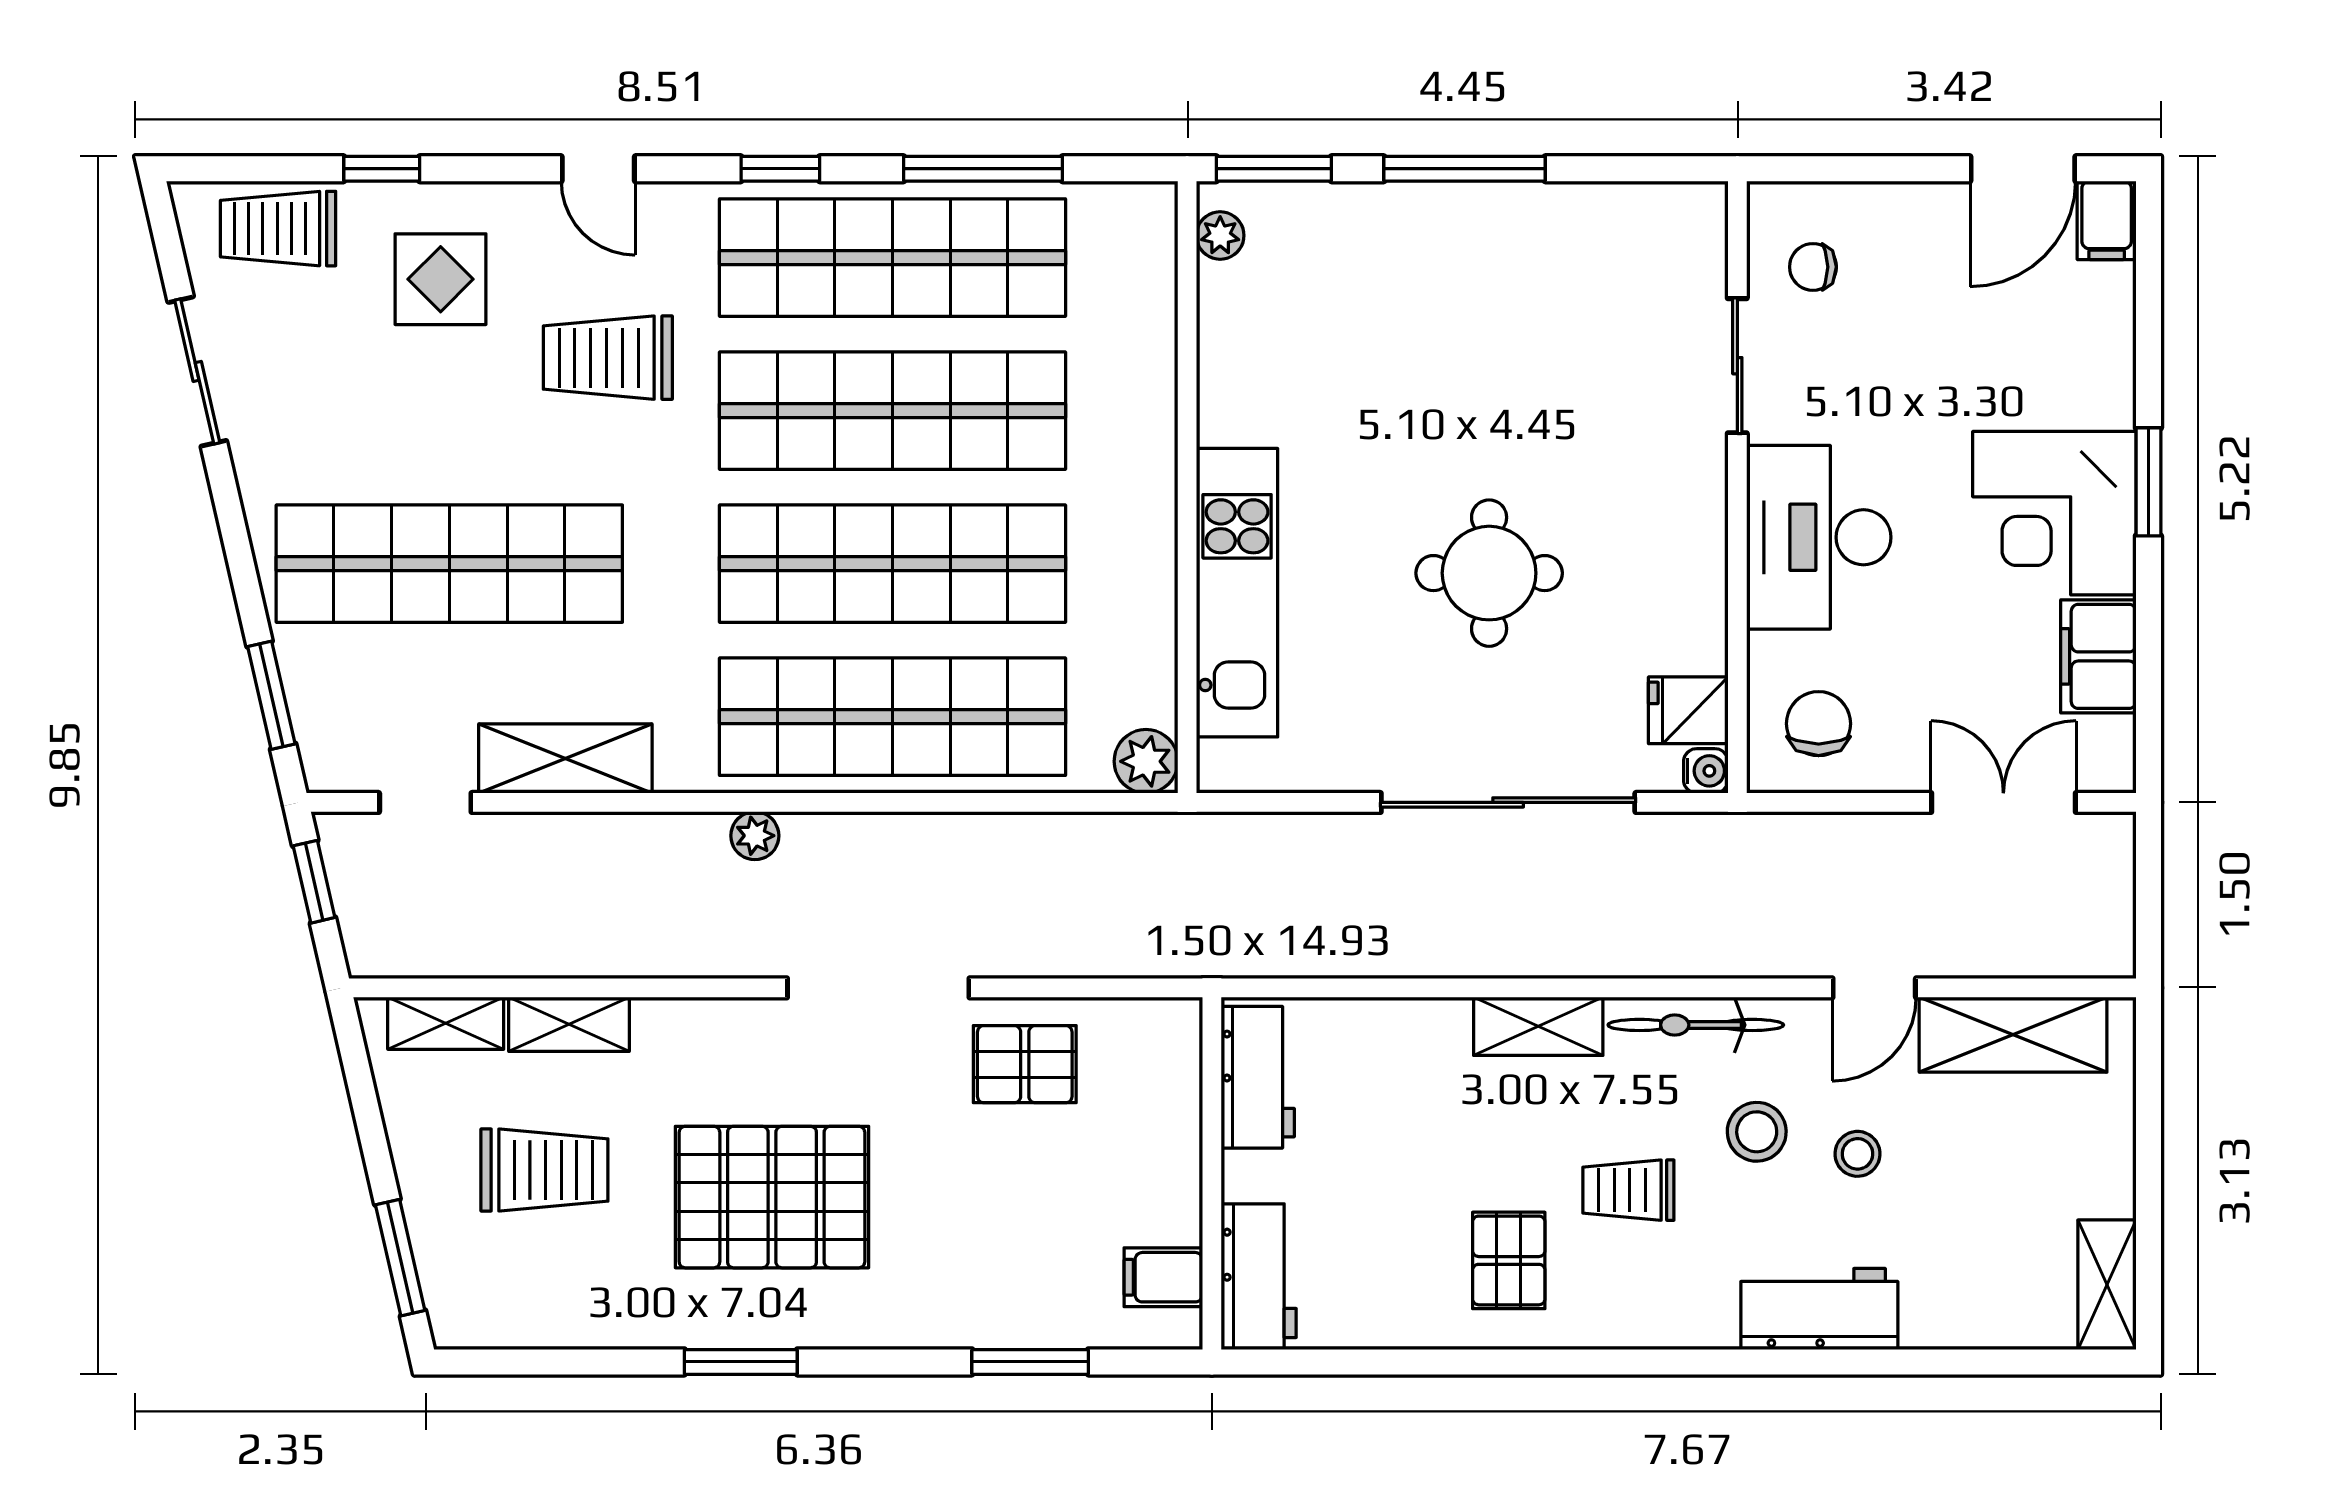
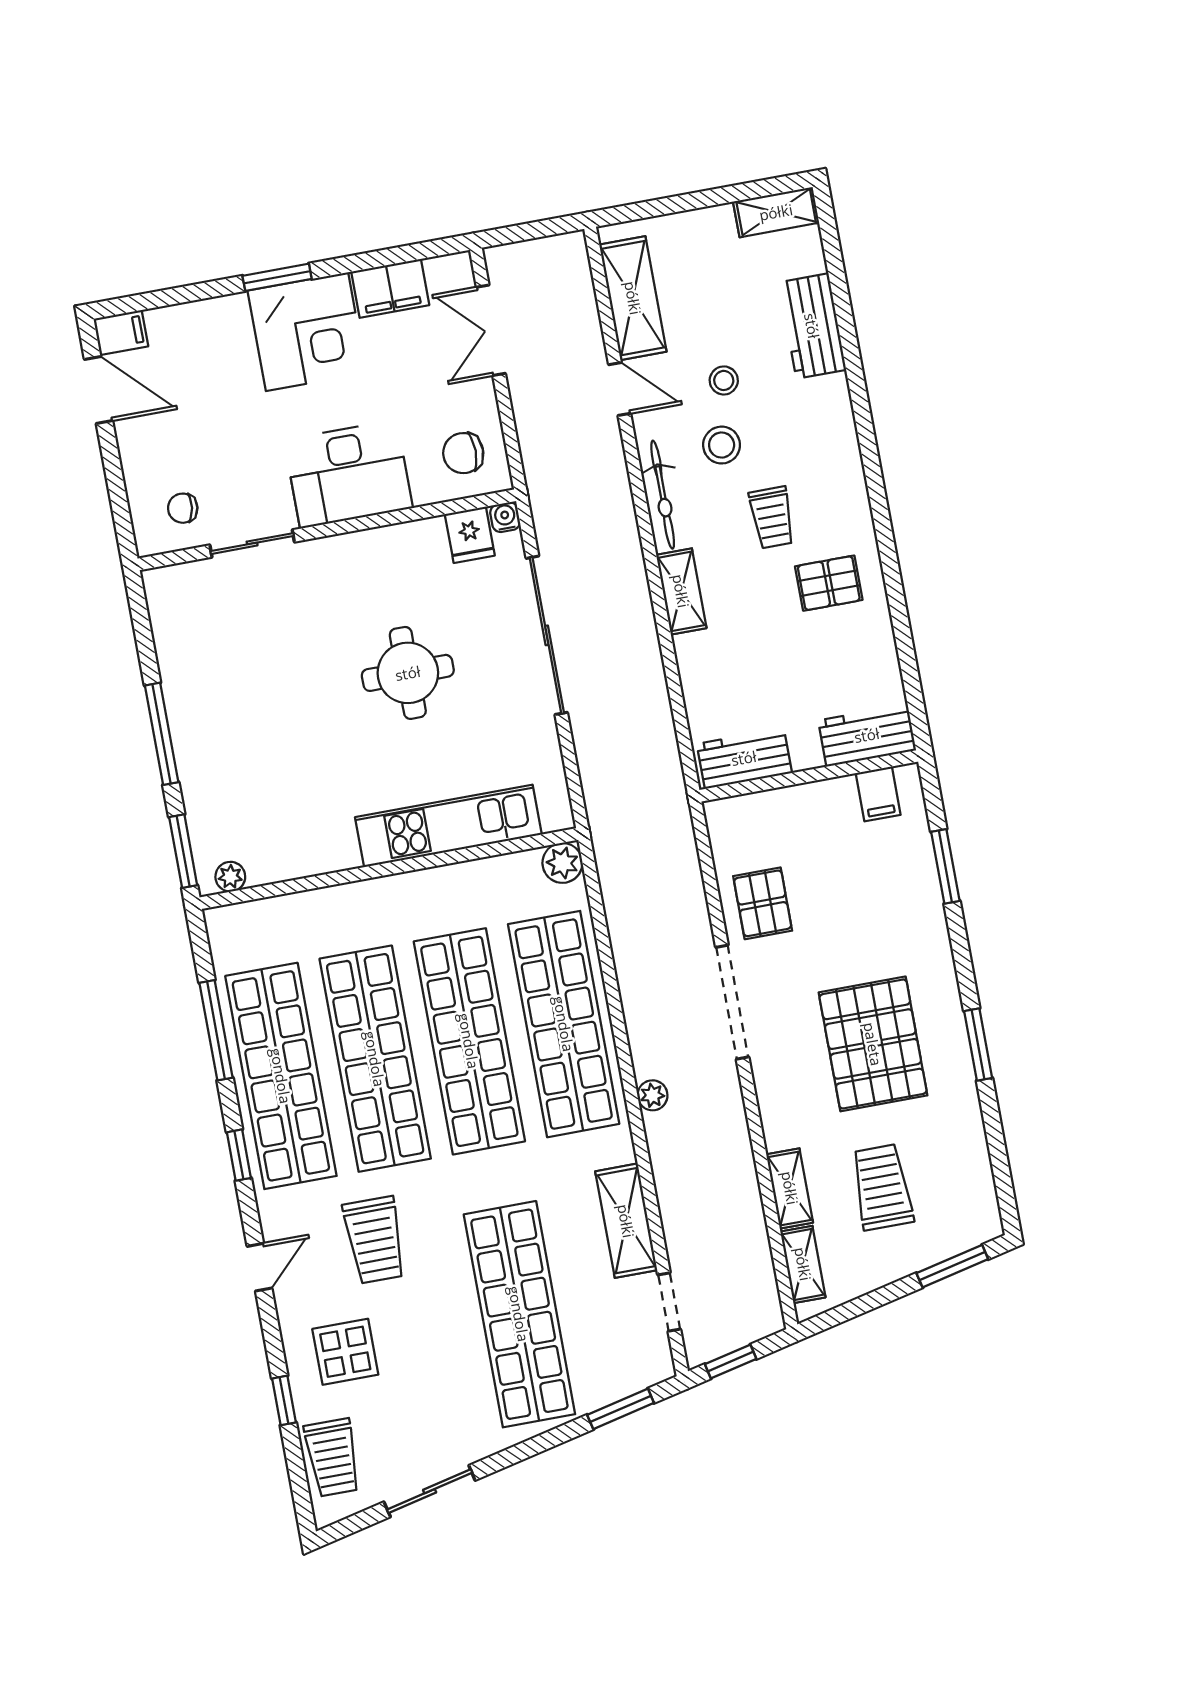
chair: (1813, 267) -> (183, 508), turned 98
workbench: (1819, 1309) -> (812, 326), moved

